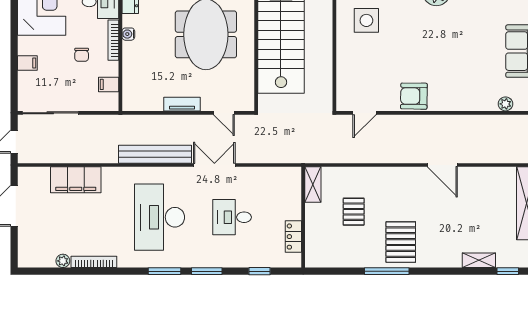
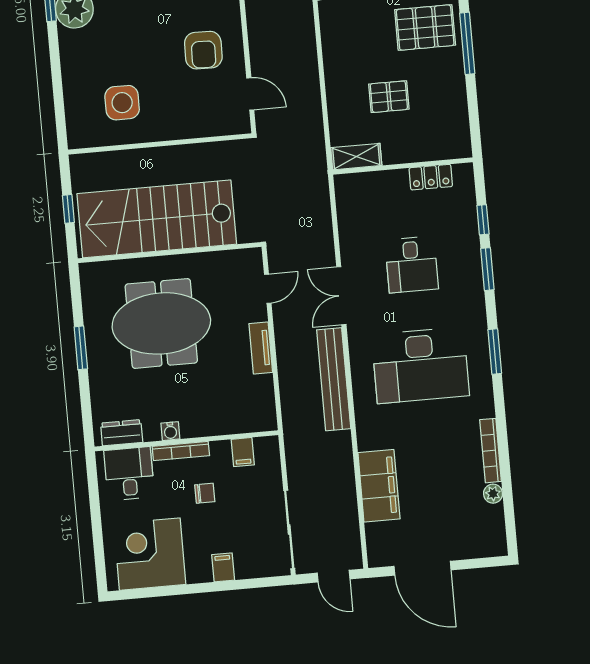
armchair: (414, 96) -> (203, 50), moved
window: (207, 271) -> (487, 269), moved

